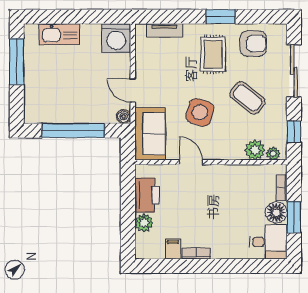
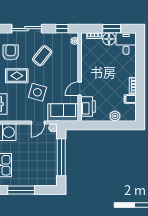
side table: (200, 112) -> (37, 92), moved
plant: (255, 150) -> (73, 51), removed
printer: (147, 195) -> (88, 107), moved, turned 90

